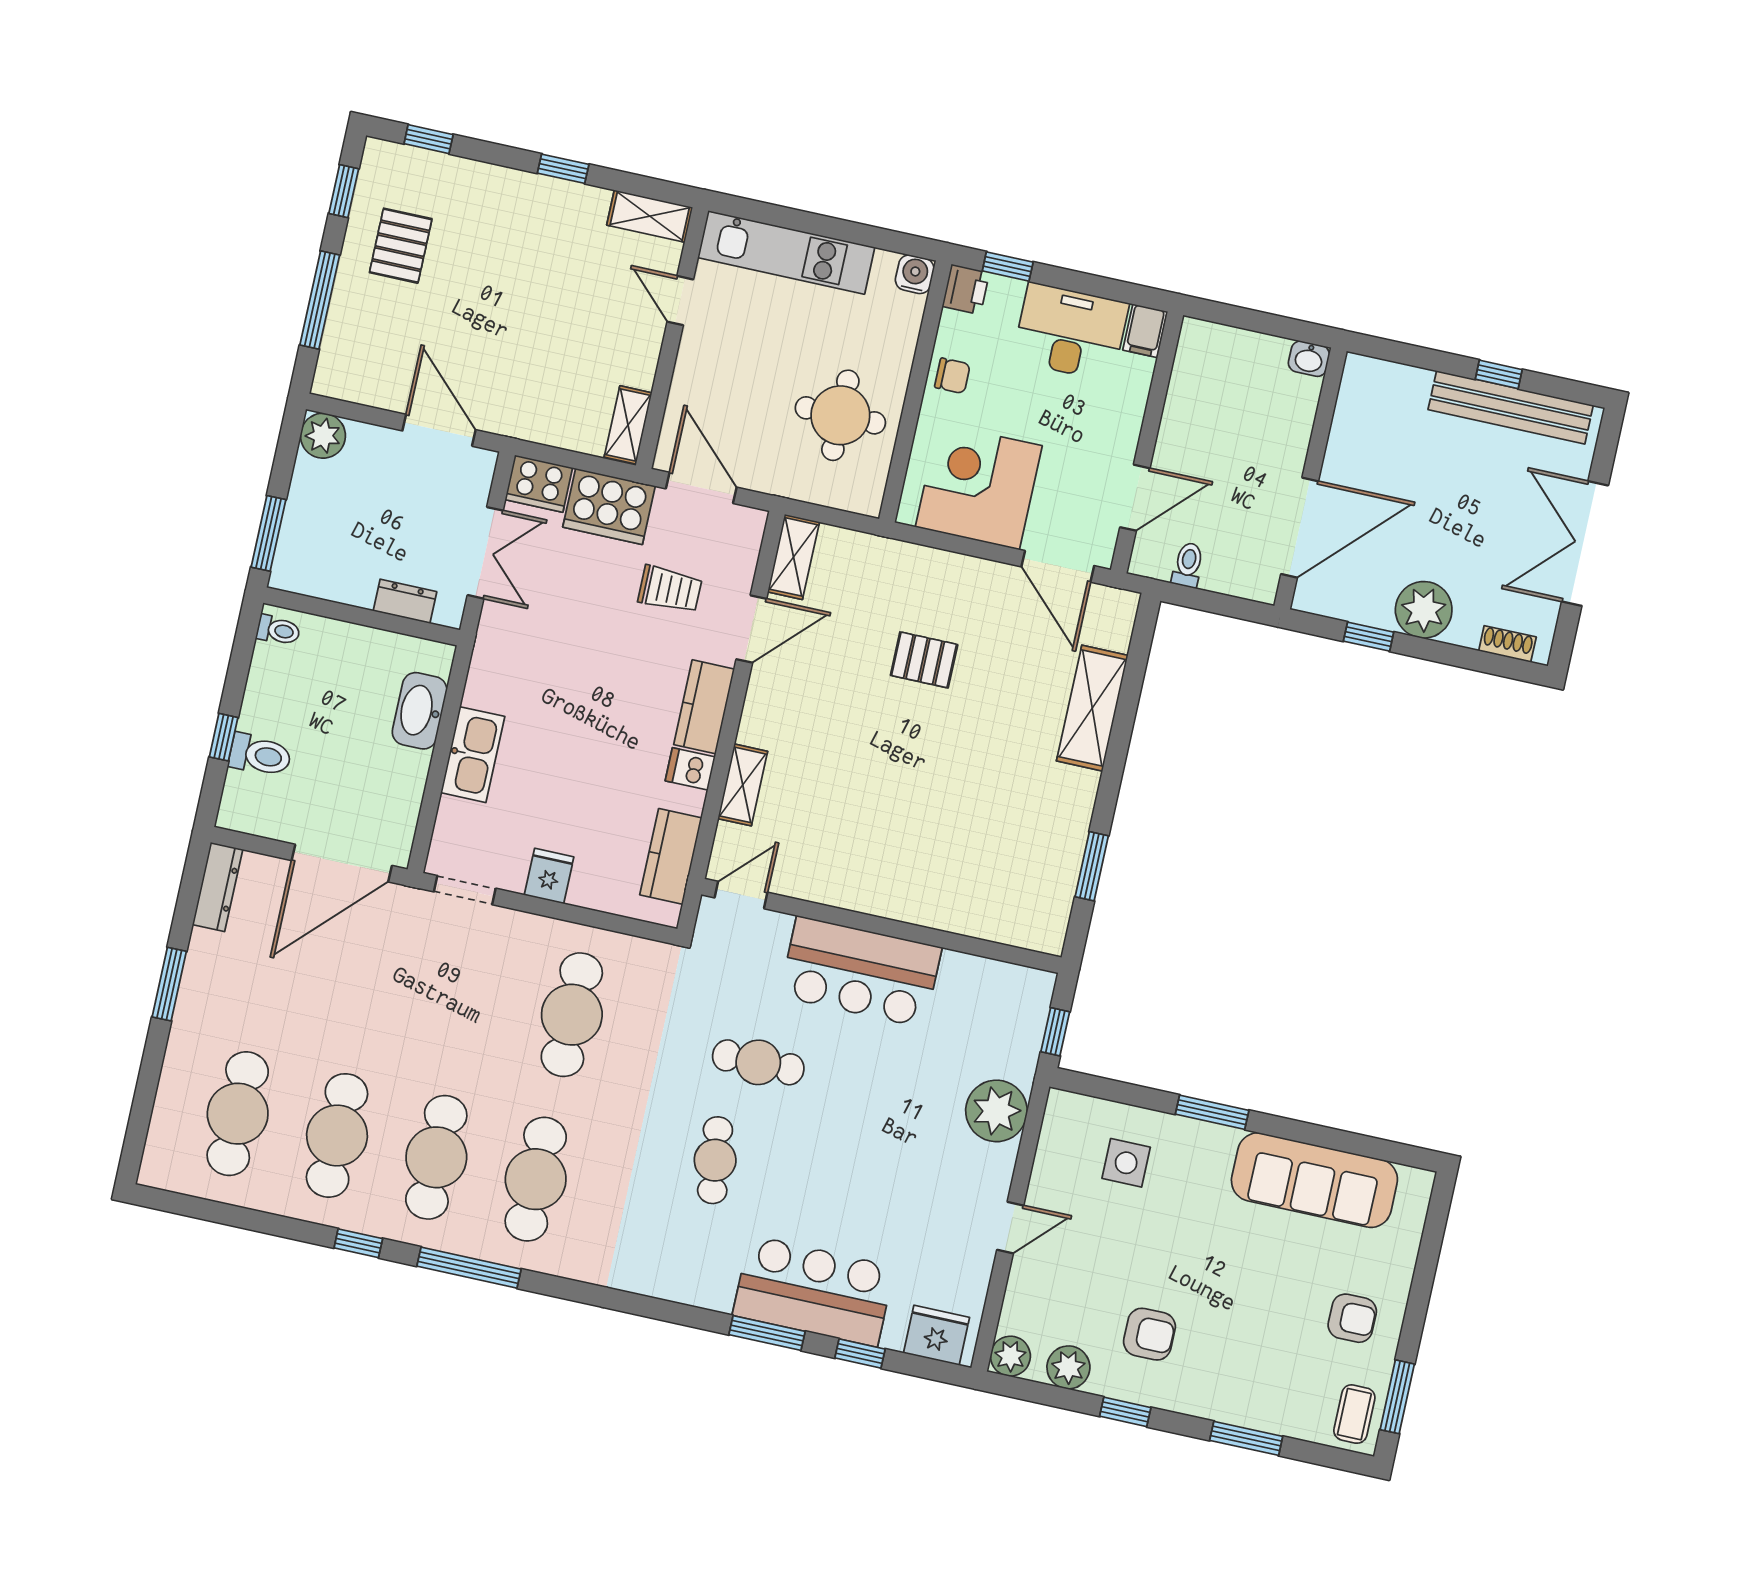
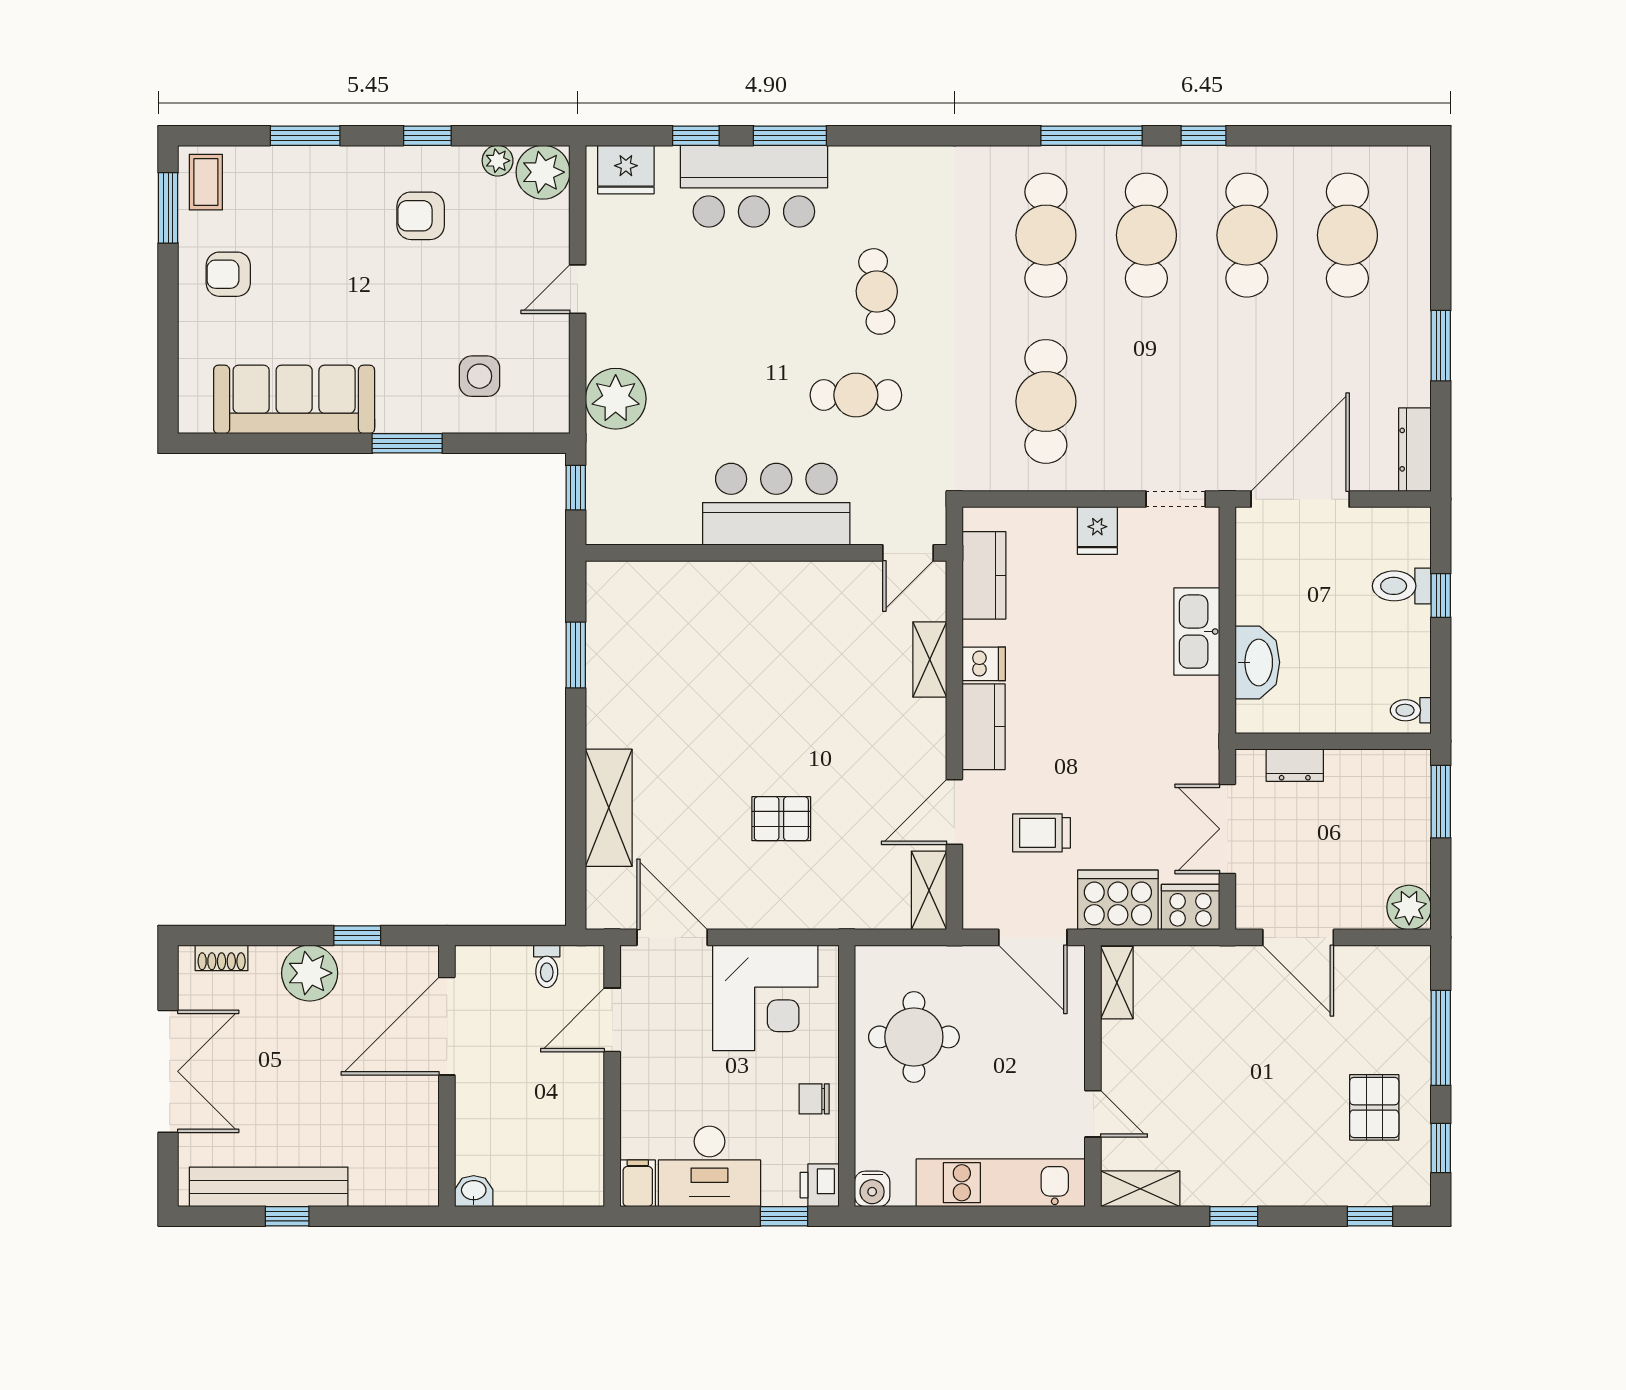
plant: (1010, 1356) -> (543, 172), width x1.36, depth x1.36
plant: (1068, 1367) -> (498, 161), width x0.73, depth x0.73

